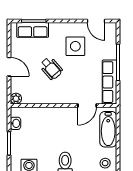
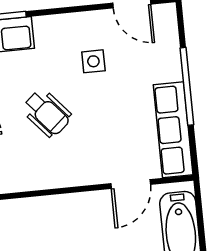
side table: (75, 46) -> (93, 61), width x0.54, depth x0.54

